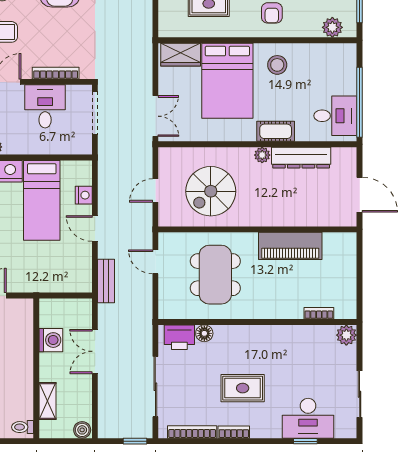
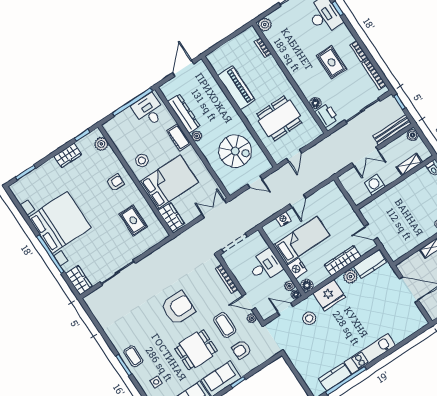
desk: (45, 106) -> (265, 266), moved, turned 180
bench: (106, 281) -> (392, 130), moved, width x1.36

